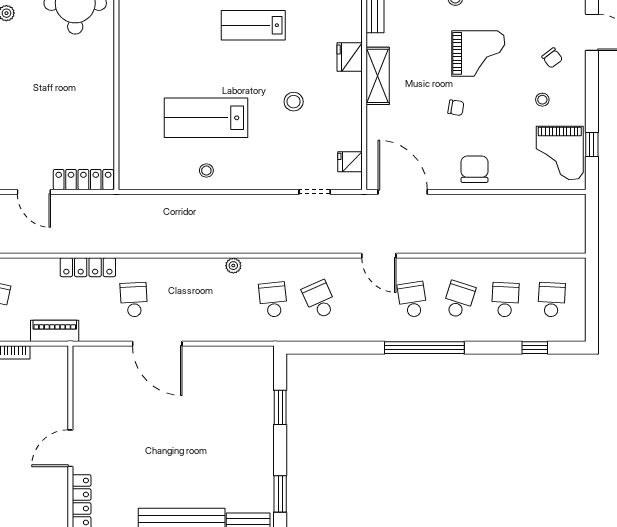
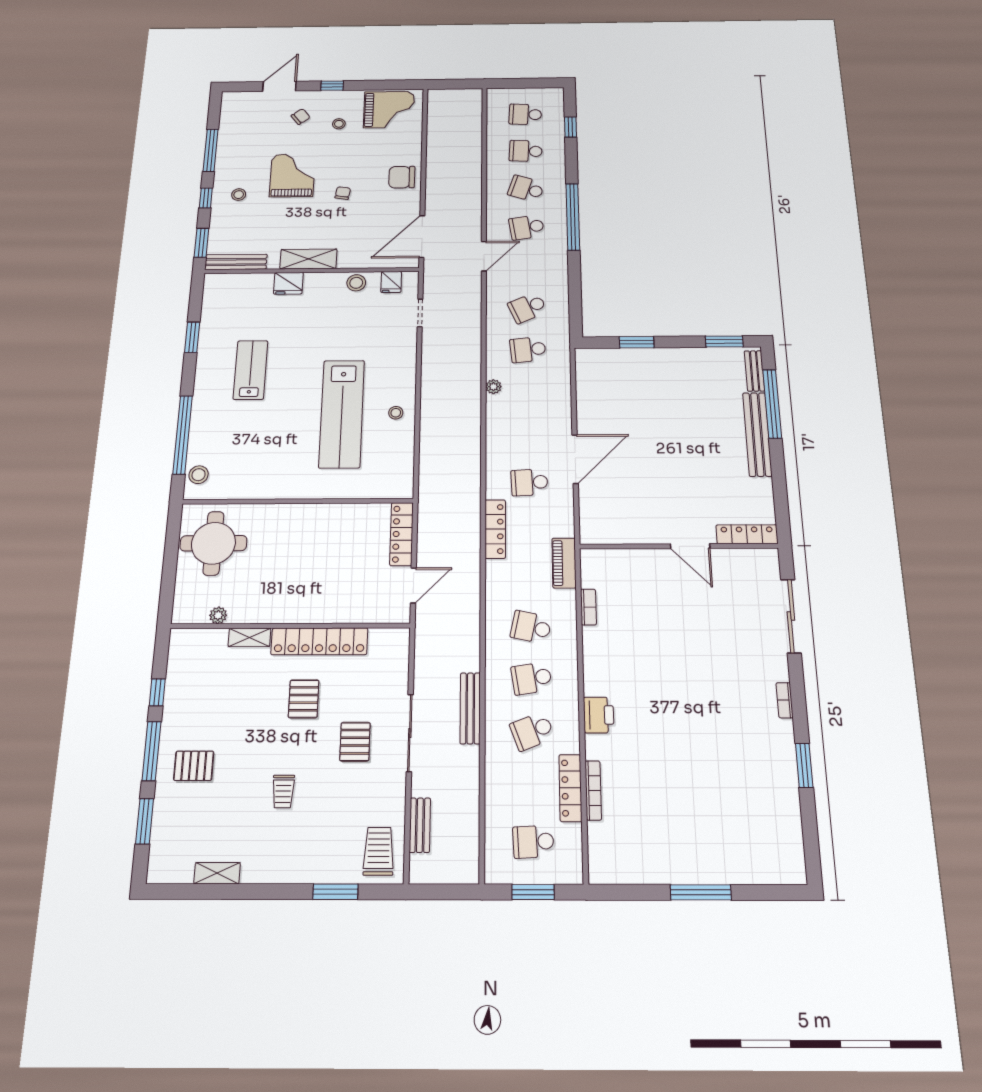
lab bench: (253, 25) -> (251, 370), turned 180
stool: (294, 102) -> (356, 283), moved
lab bench: (206, 118) -> (342, 414), width x1.36
window: (592, 144) -> (332, 86), moved

